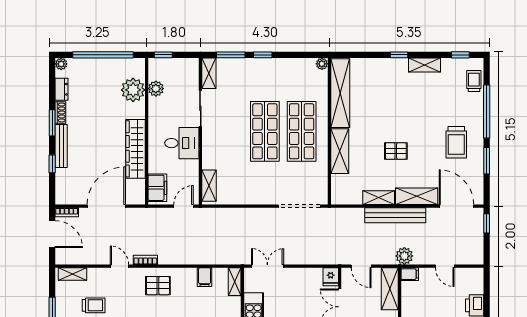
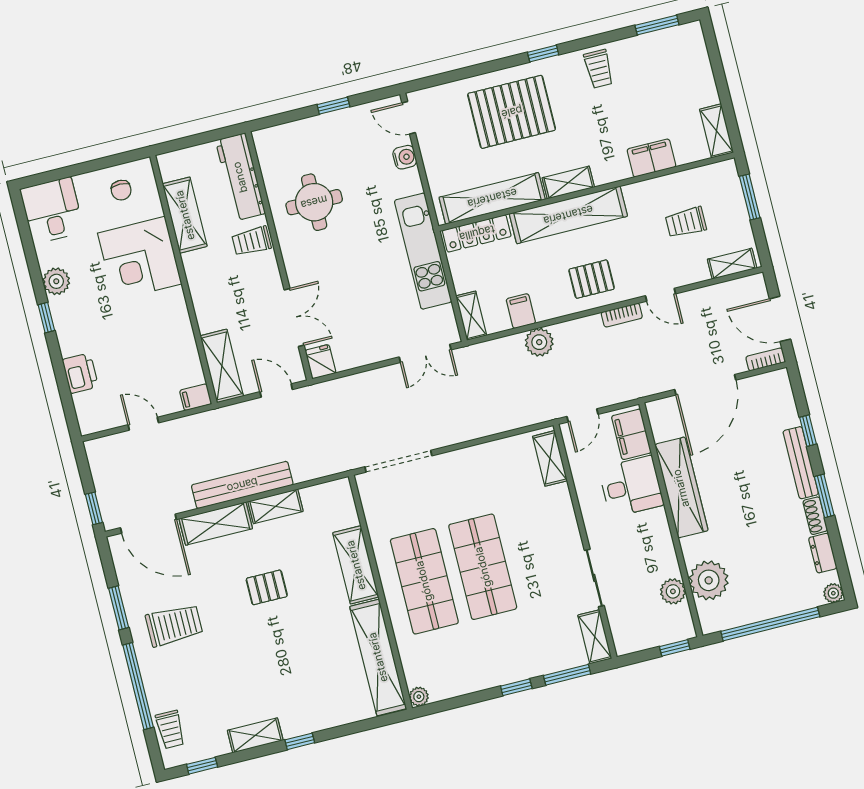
trolley: (456, 142) -> (174, 625), turned 90
desk: (182, 143) -> (631, 486), moved, turned 180
plant: (404, 256) -> (539, 342), moved

